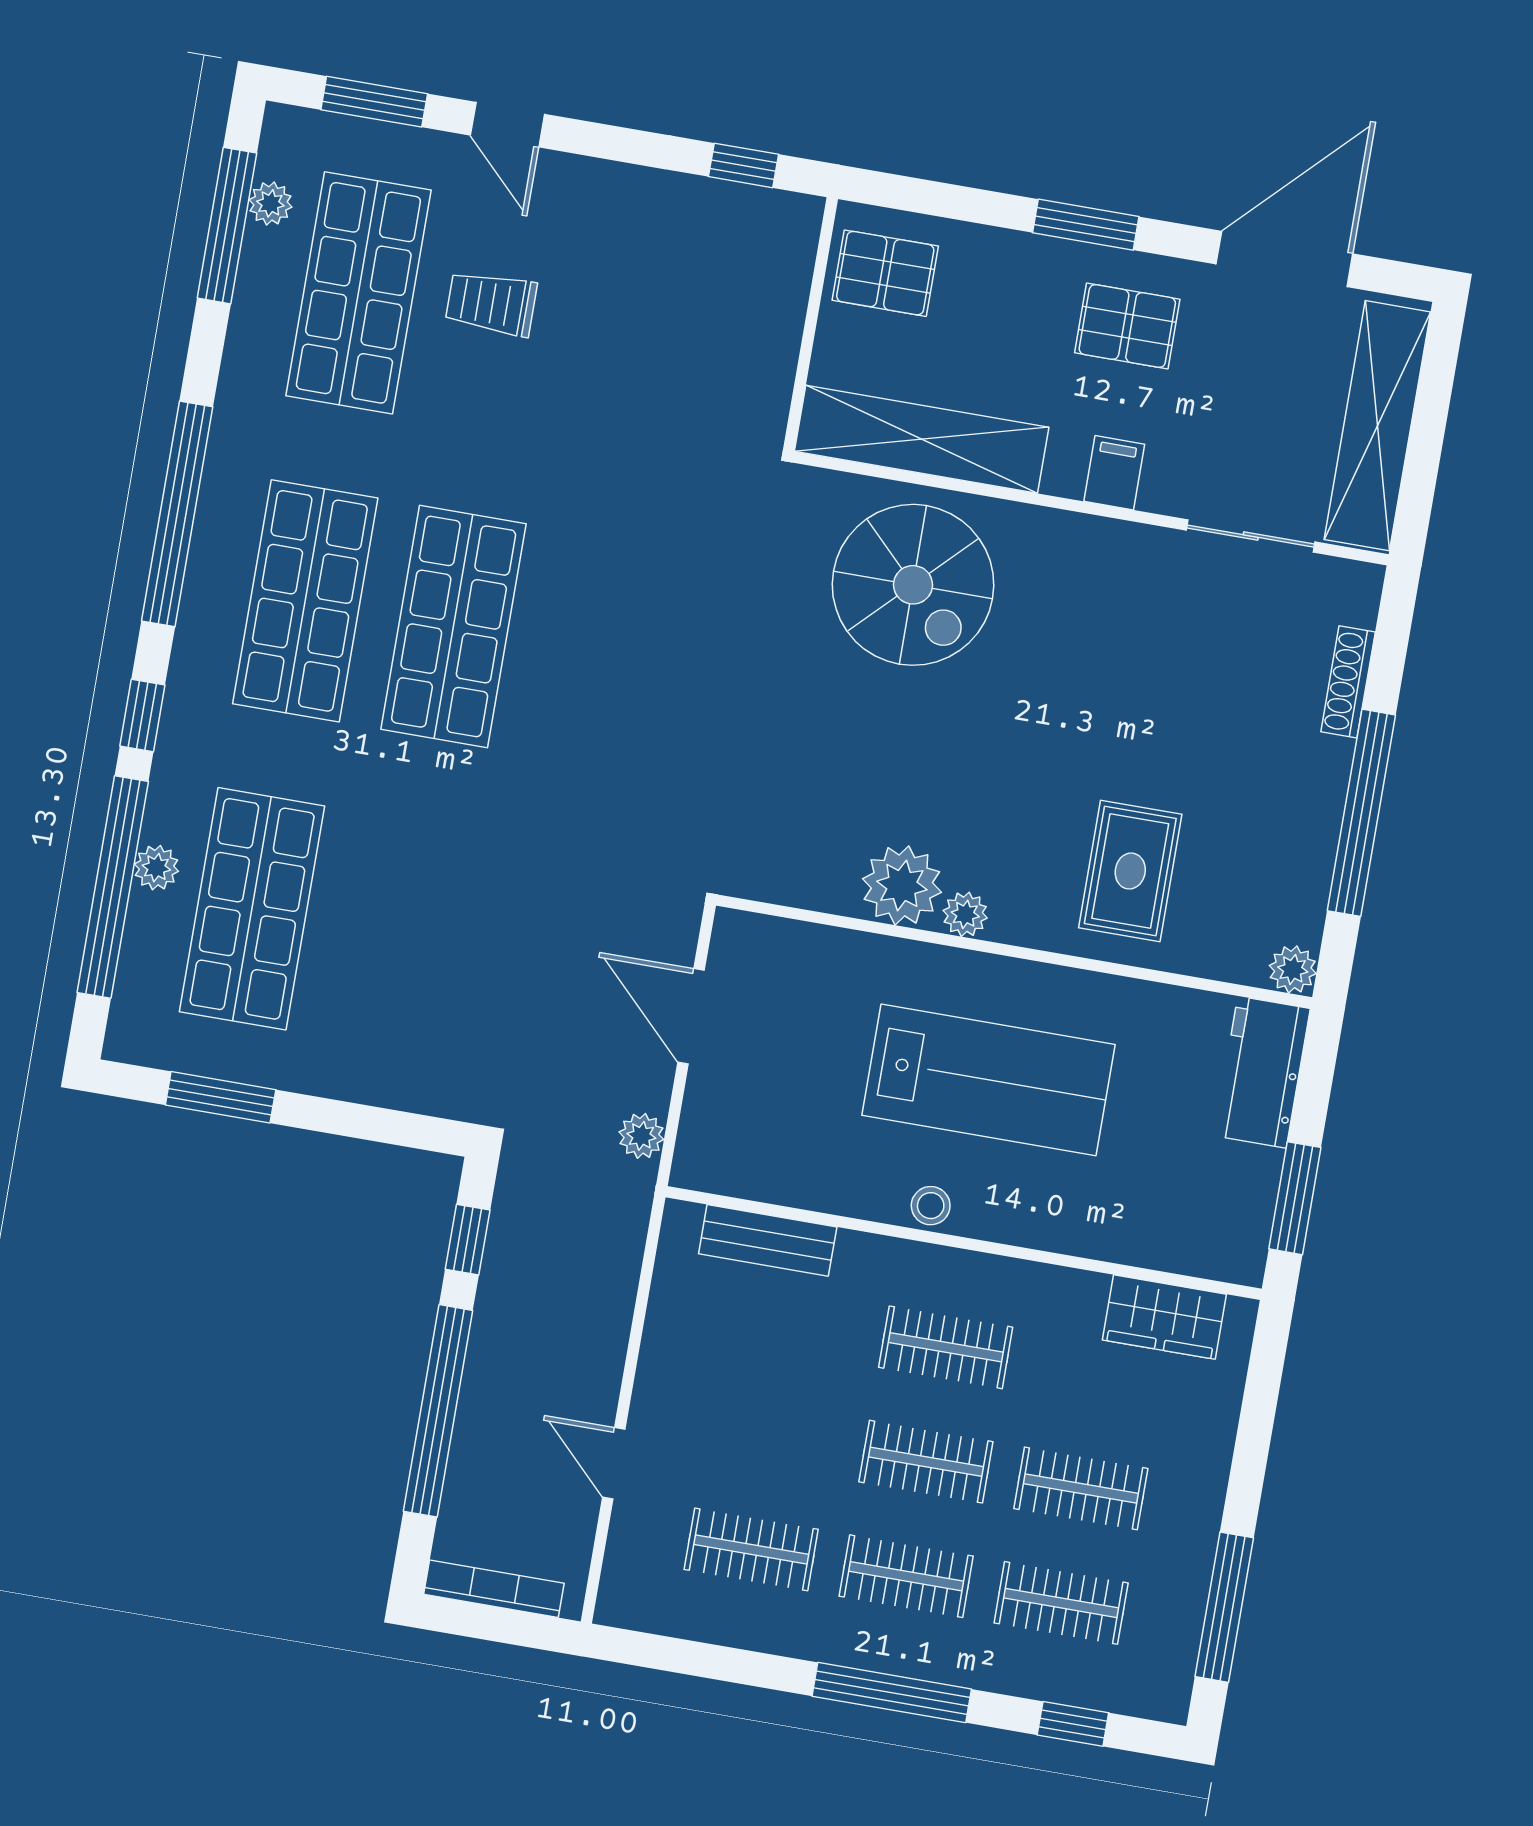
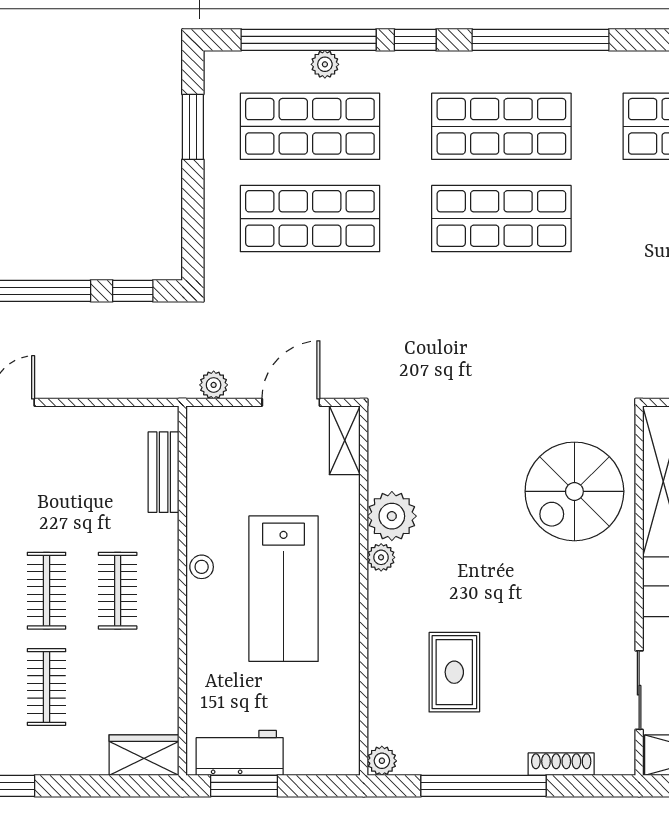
rug: (1130, 871) -> (454, 672), moved, turned 90
shop shelf: (400, 934) -> (310, 219), added
shelving: (767, 940) -> (345, 440), added
workbench: (1262, 1072) -> (240, 753), moved
wardrobe: (1164, 1317) -> (144, 755), moved, turned 90

